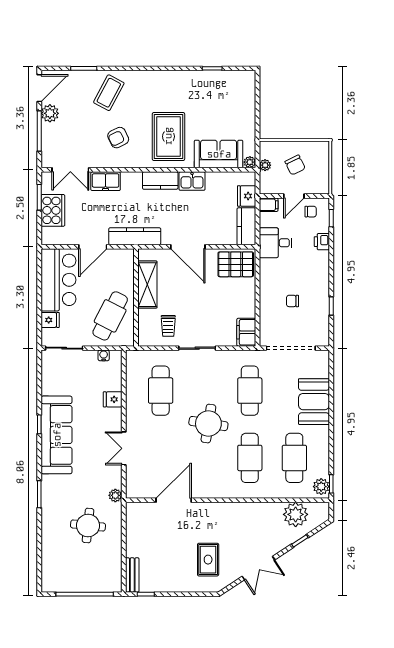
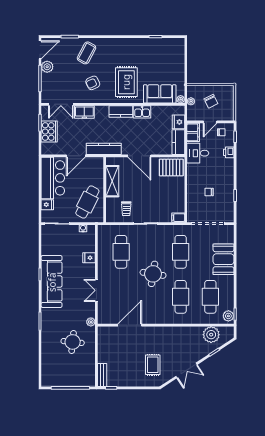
filing cabinet: (269, 205) -> (193, 132), width x2.00
filing cabinet: (246, 332) -> (178, 218), width x0.50

